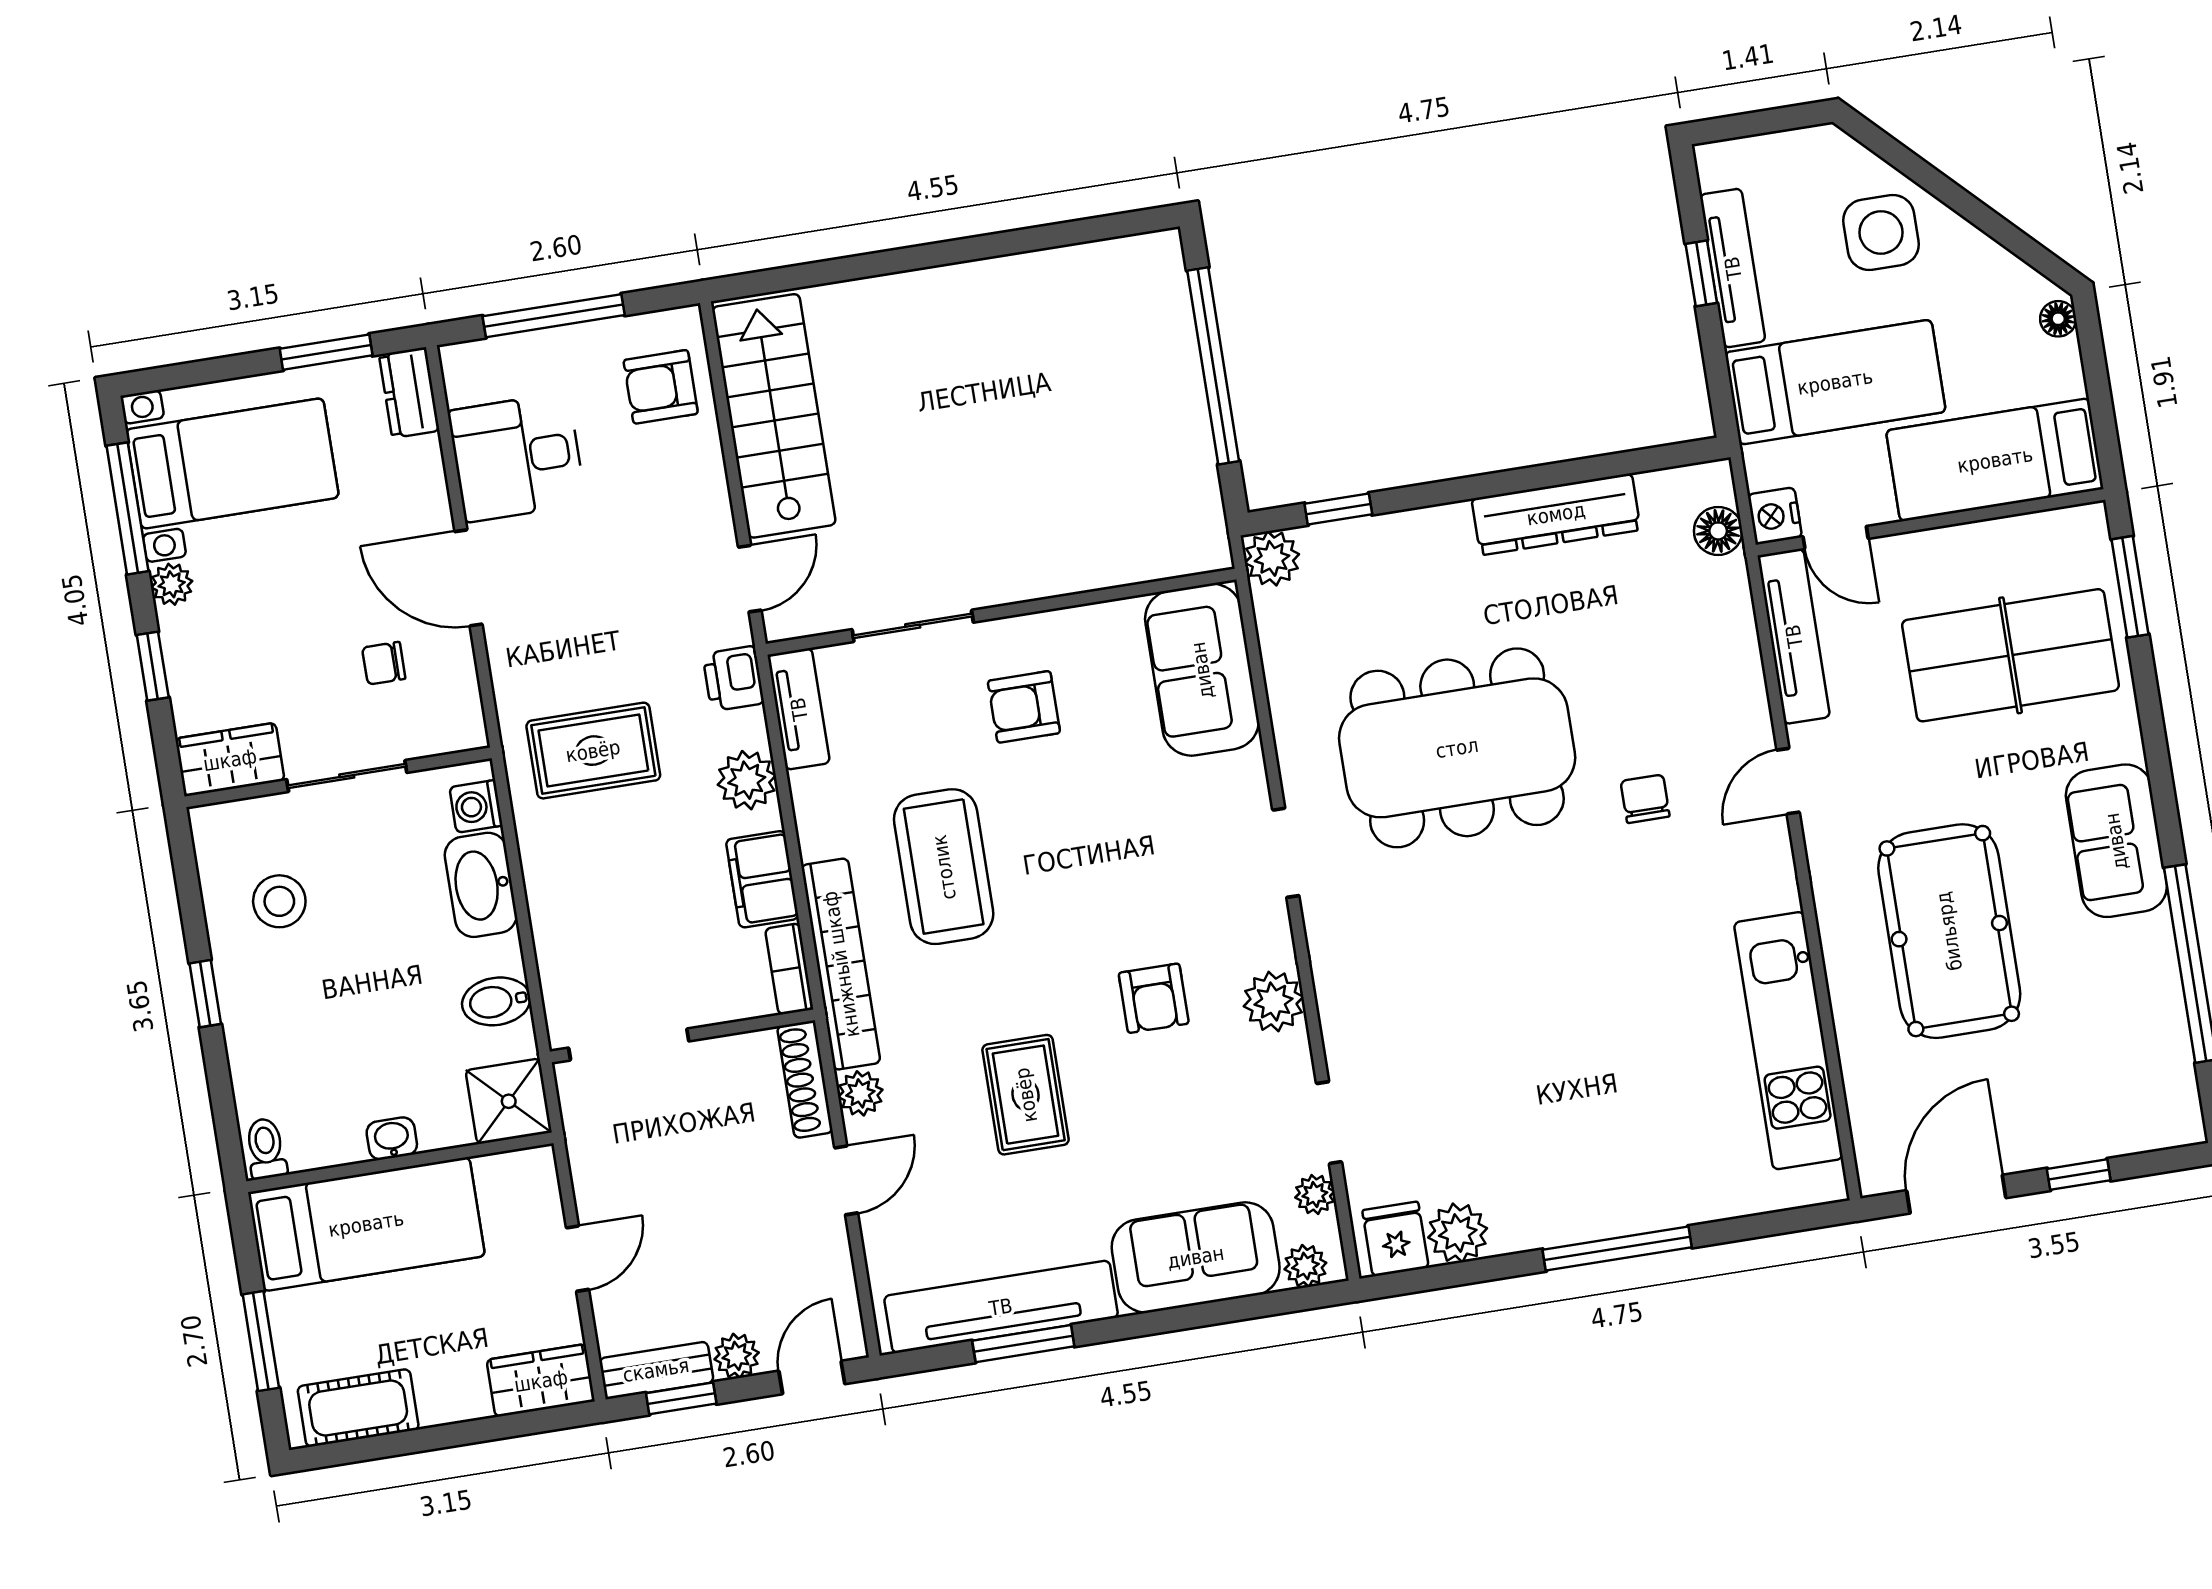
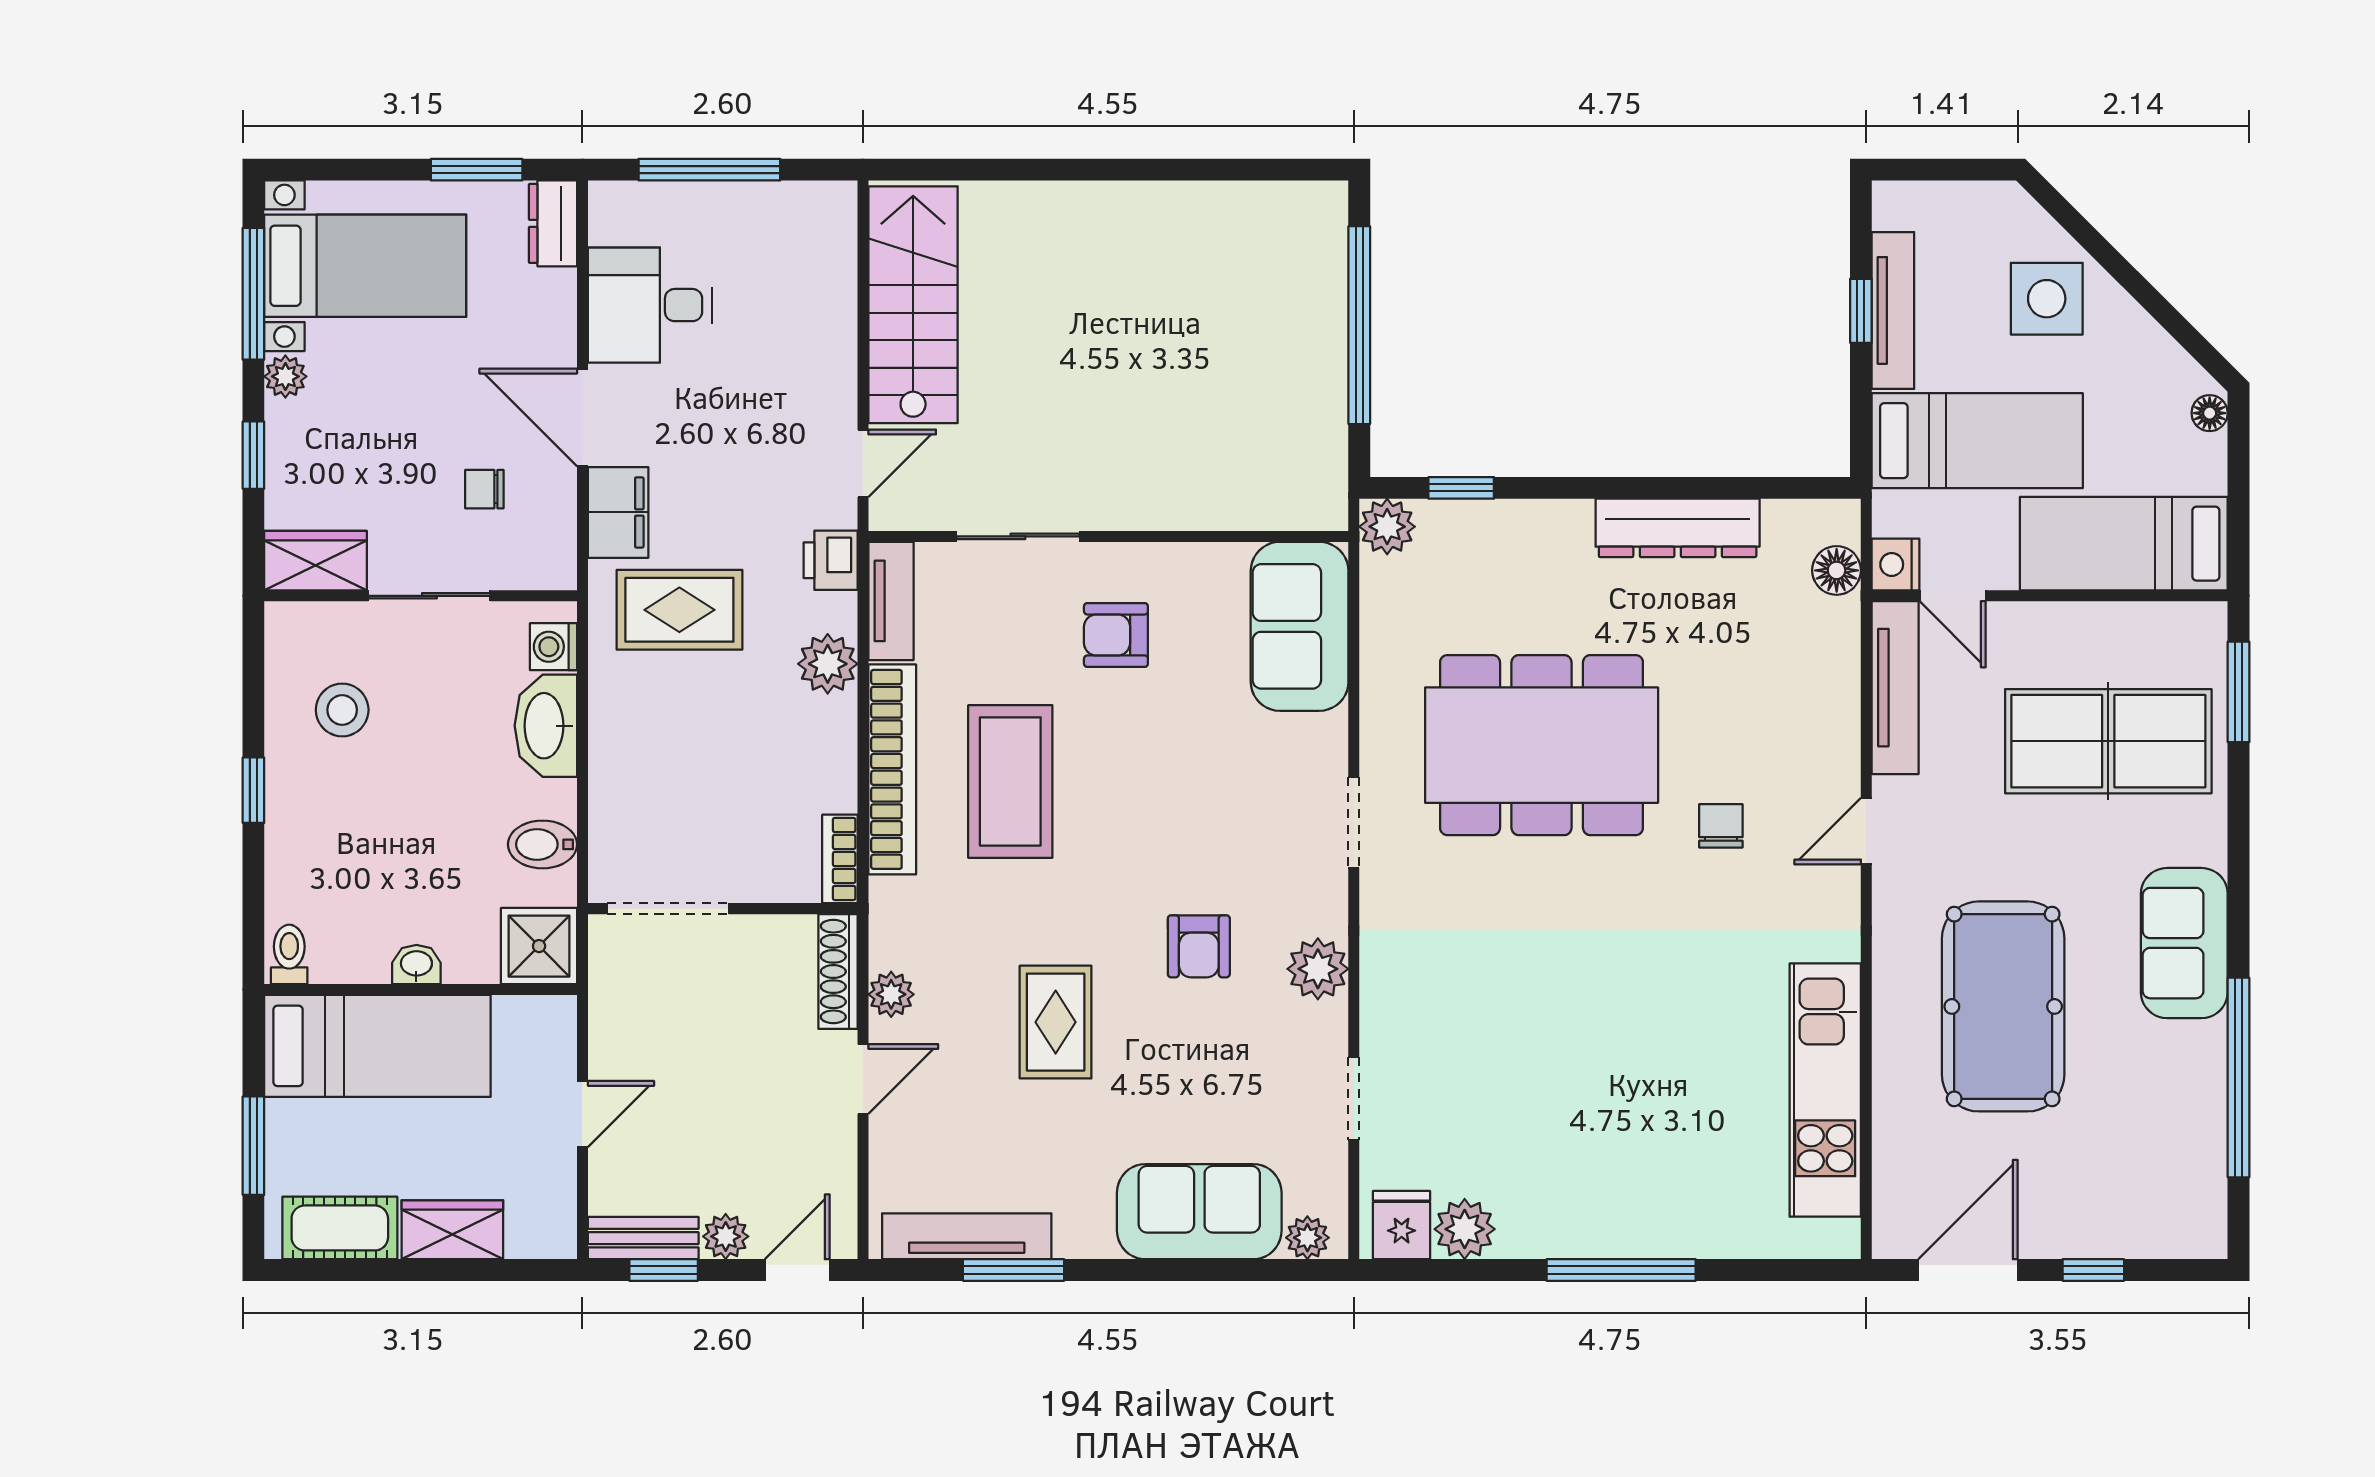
armchair: (661, 387) -> (805, 258), removed
filing cabinet: (762, 879) -> (618, 512), moved, turned 180
bookcase: (841, 964) -> (892, 769), moved
plant: (1315, 1194) -> (1328, 1168), removed
tv unit: (1001, 1307) -> (967, 1236), width x0.73, depth x0.78
wardrobe: (541, 1381) -> (452, 1230), moved

